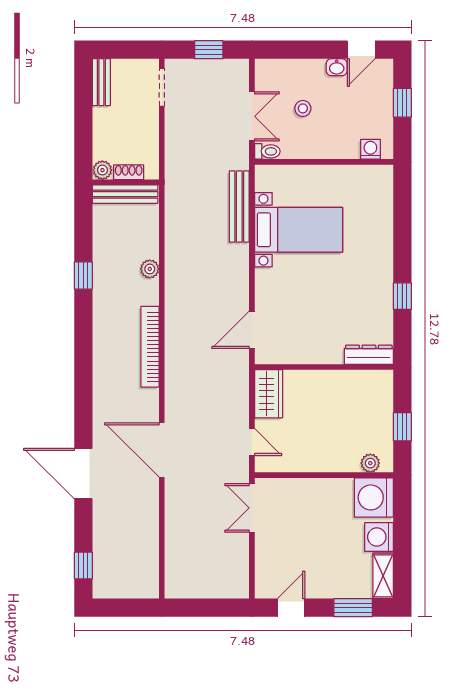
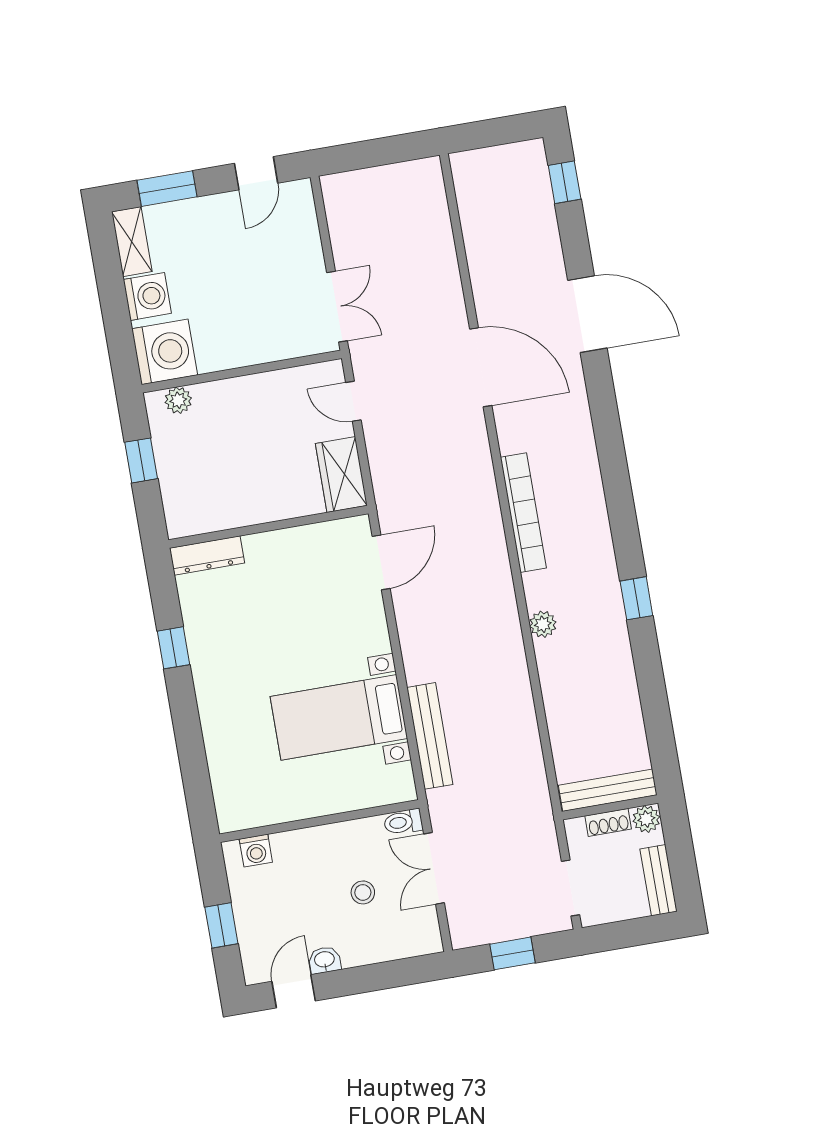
plant: (102, 170) -> (646, 819), moved
shoe rack: (129, 172) -> (608, 822), moved
wall: (126, 182) -> (610, 807), moved
bench: (125, 194) -> (608, 790), moved

